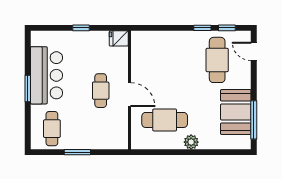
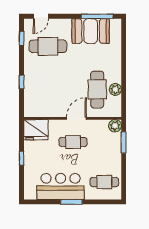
window: (202, 28) -> (22, 82), moved
fridge: (119, 38) -> (36, 130), width x1.88, depth x1.34
plant: (120, 142) -> (115, 126), added
plant: (191, 142) -> (115, 89), moved
window: (77, 152) -> (124, 142), moved

